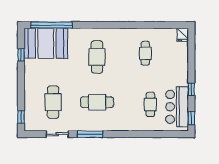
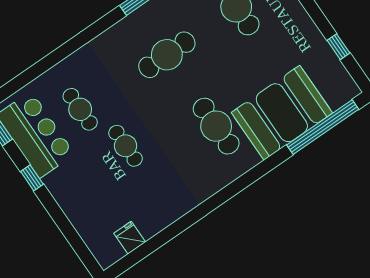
fridge: (183, 35) -> (130, 238), moved
booth: (46, 43) -> (282, 113), moved
cafe table: (145, 53) -> (126, 146), moved

